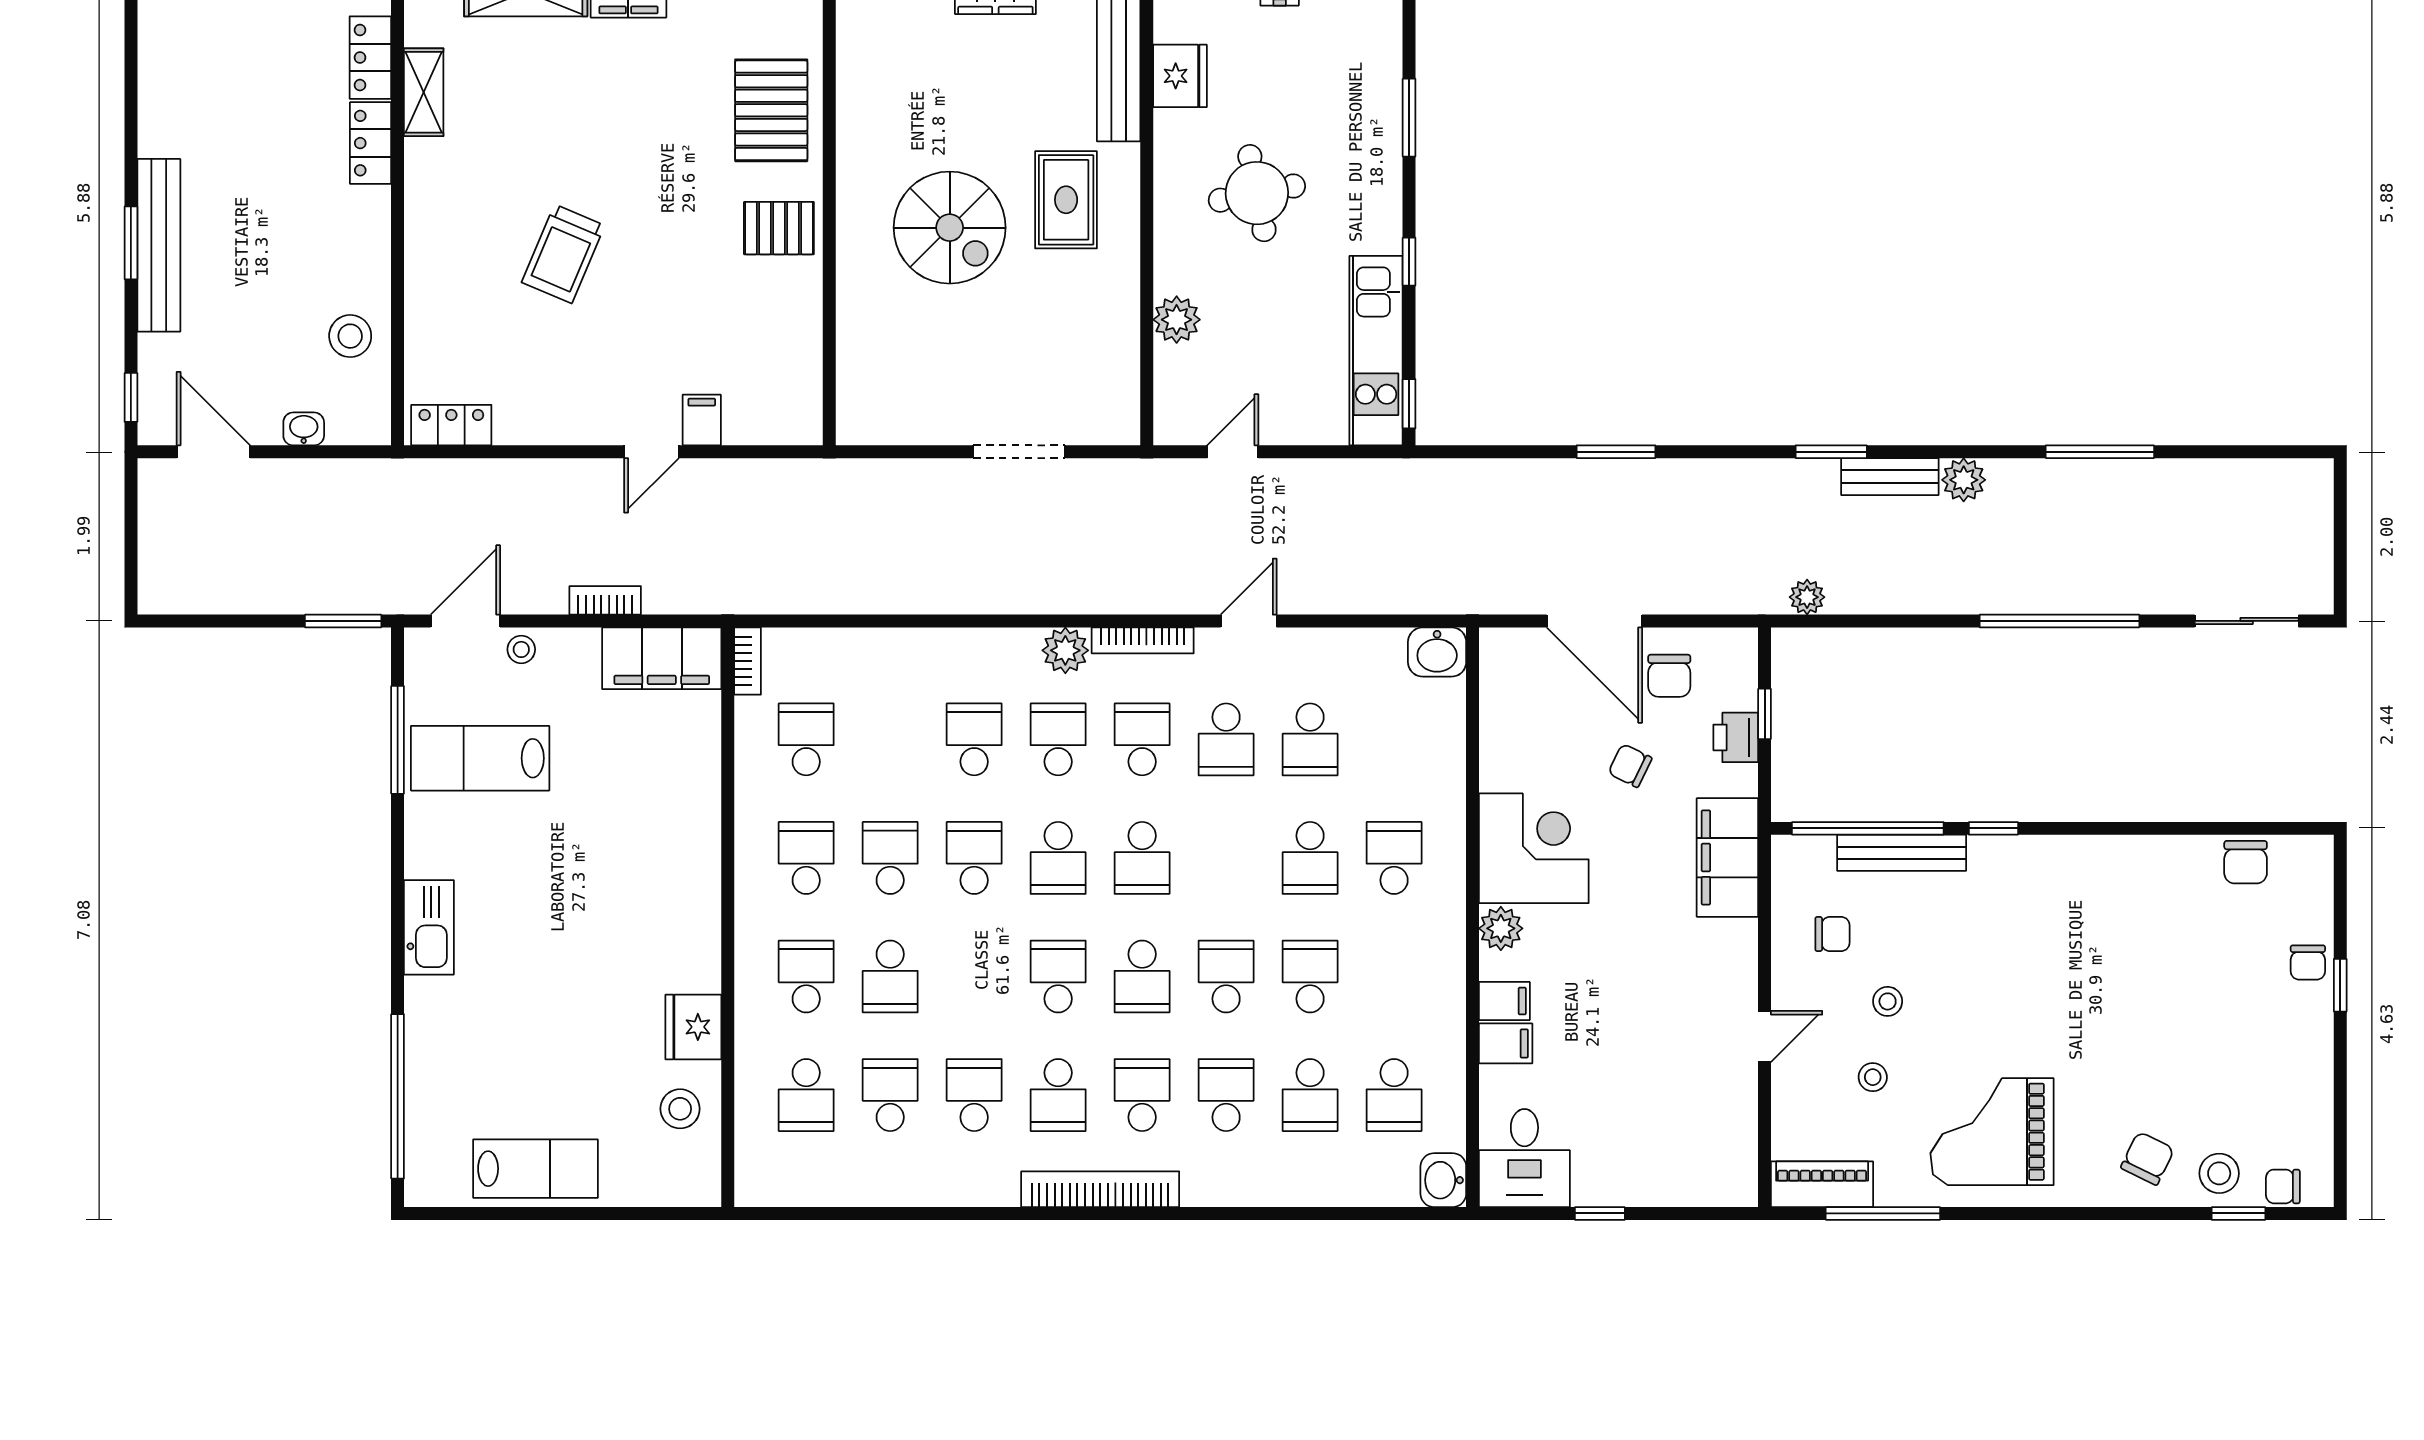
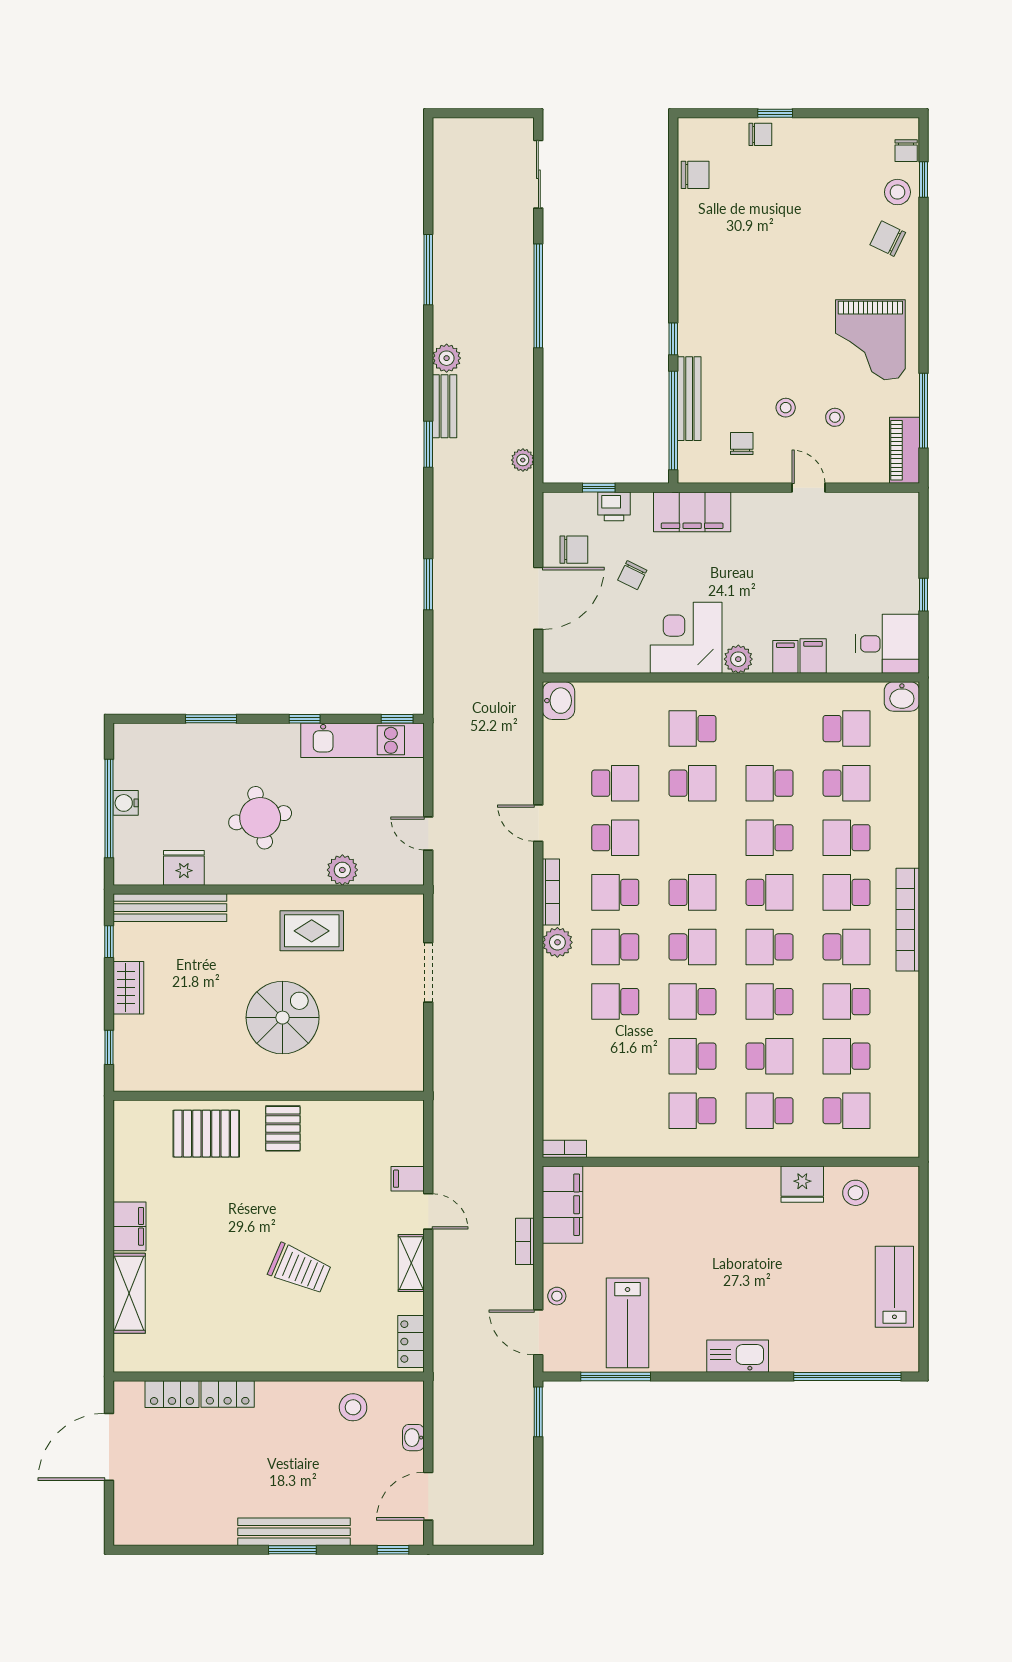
shelving: (424, 92) -> (411, 1263), moved, turned 90
rug: (1066, 200) -> (312, 931), moved
school desk: (806, 739) -> (769, 1002), moved

